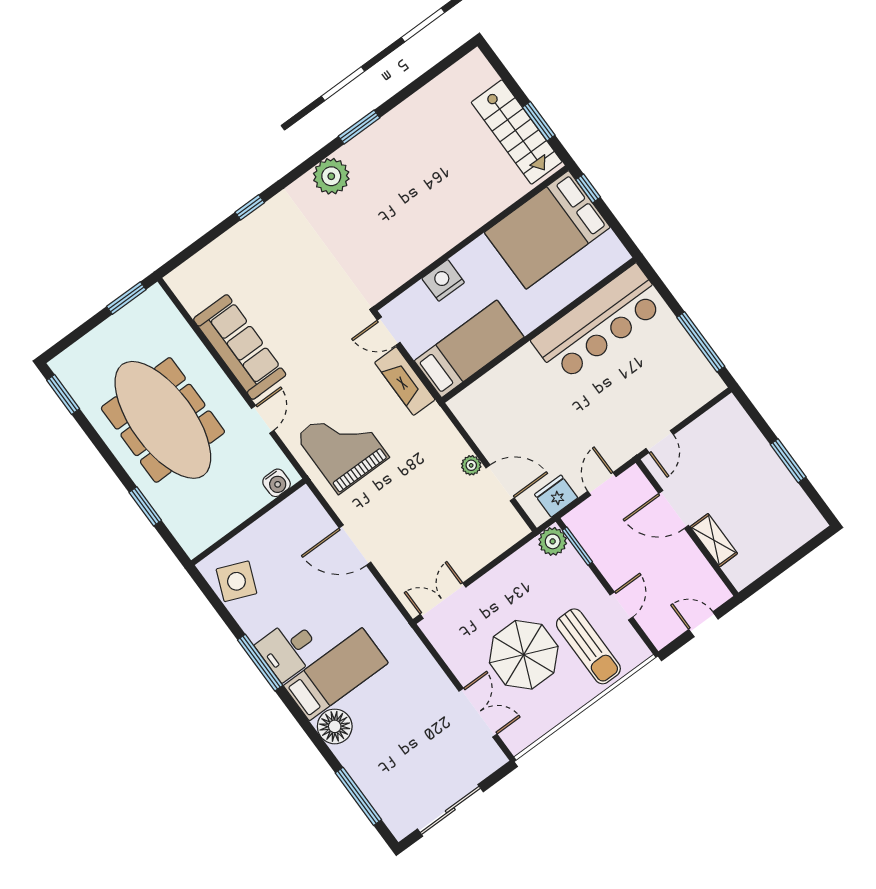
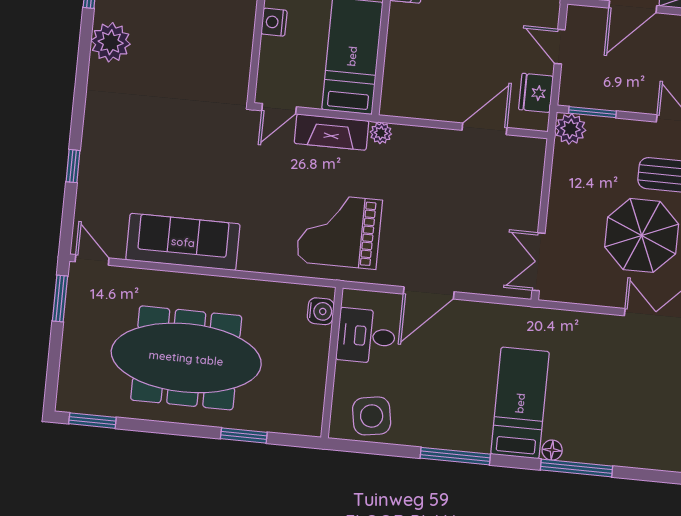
window: (250, 207) -> (73, 166), moved
nightstand: (443, 280) -> (274, 22), width x0.74, depth x0.75
door: (263, 419) -> (92, 260), moved
plant: (471, 465) -> (381, 133), moved
side table: (236, 581) -> (372, 416), turned -31
desk: (289, 649) -> (366, 336), moved, turned 90
floor lamp: (335, 726) -> (552, 450), width x0.53, depth x0.53
window: (358, 796) -> (576, 468), moved

